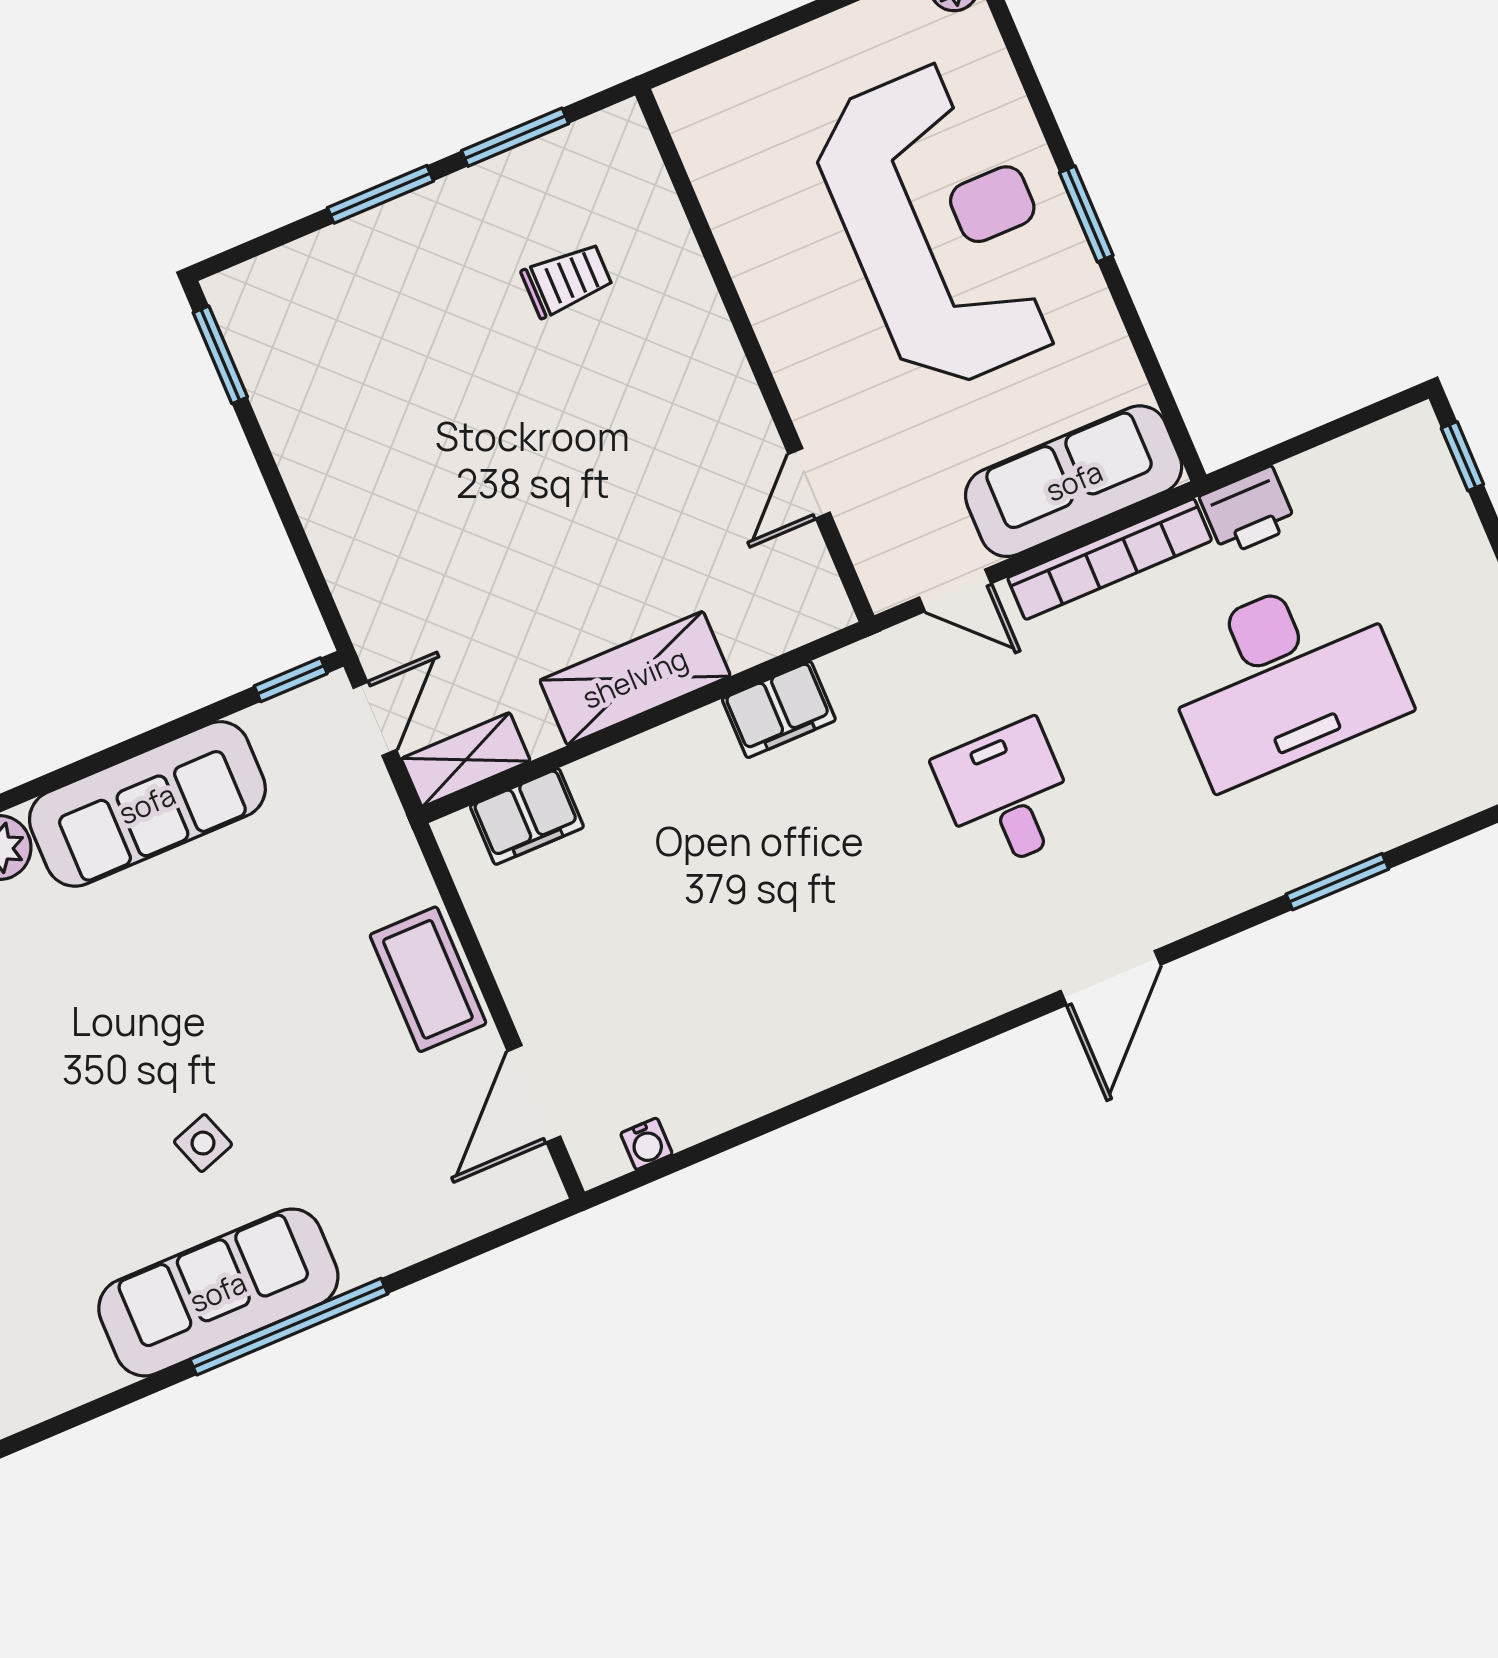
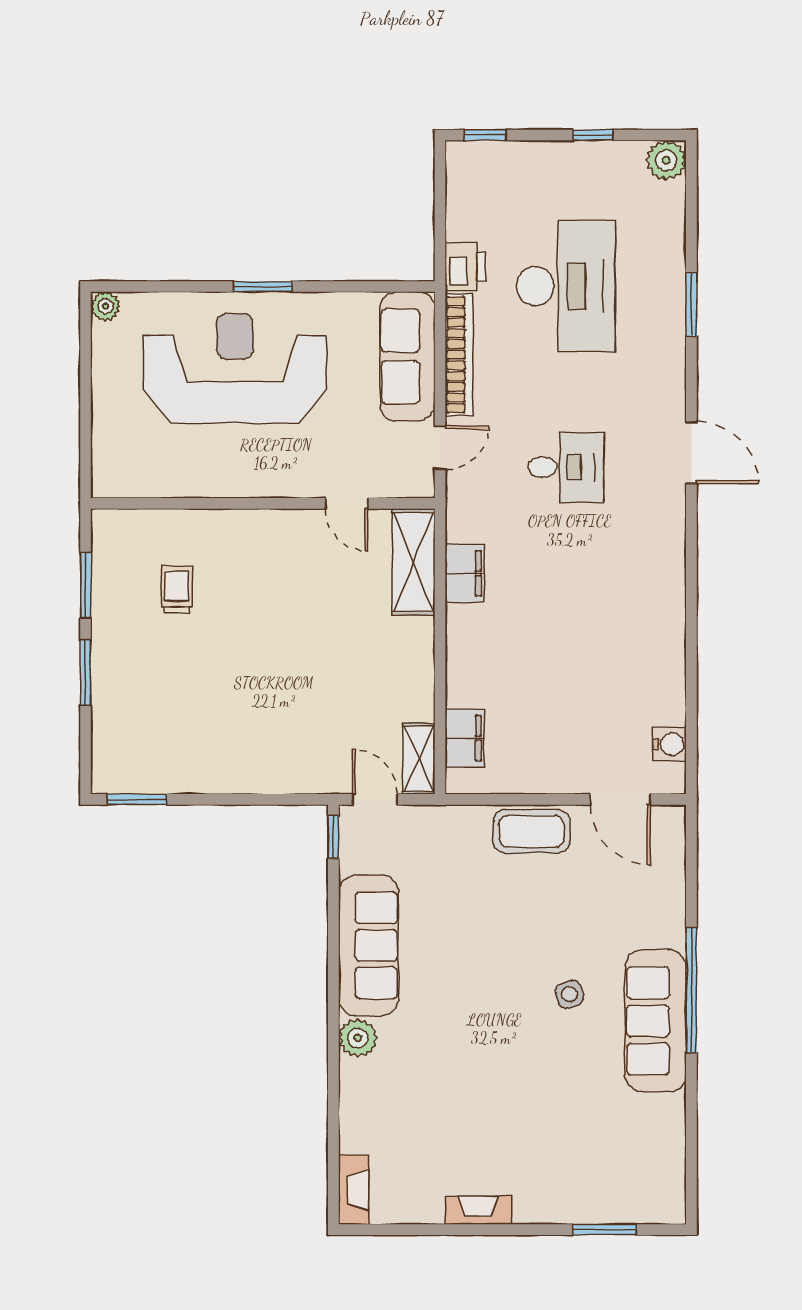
shelving: (635, 678) -> (414, 562), moved
desk: (1007, 795) -> (566, 467), turned 180
water cooler: (646, 1144) -> (669, 744), width x1.38, depth x1.38

